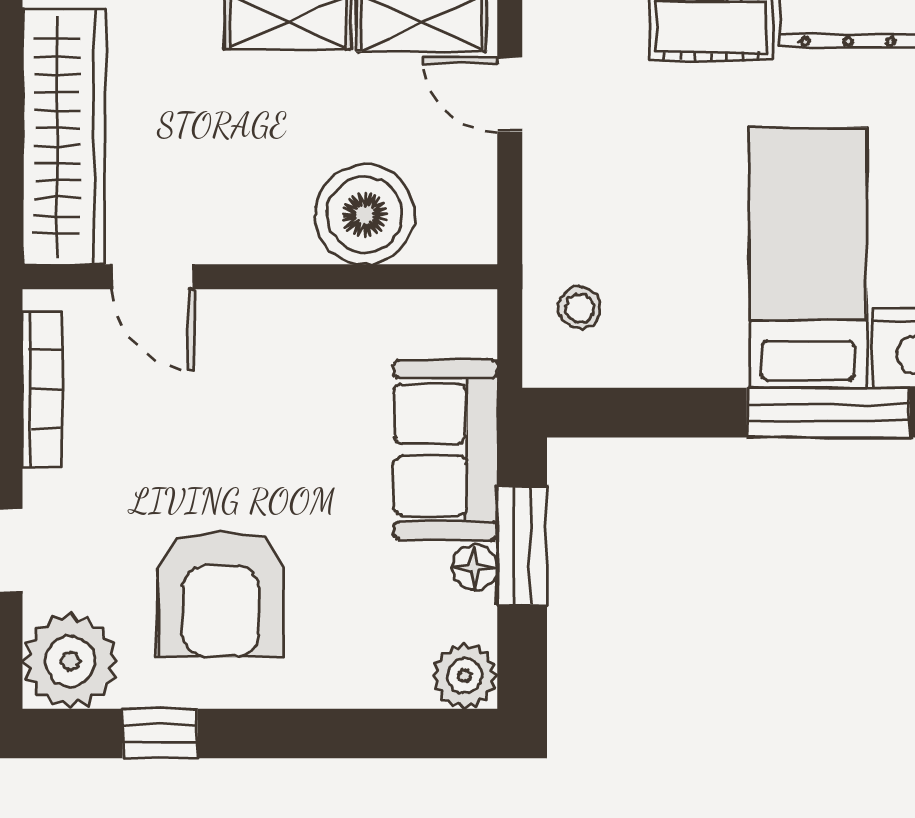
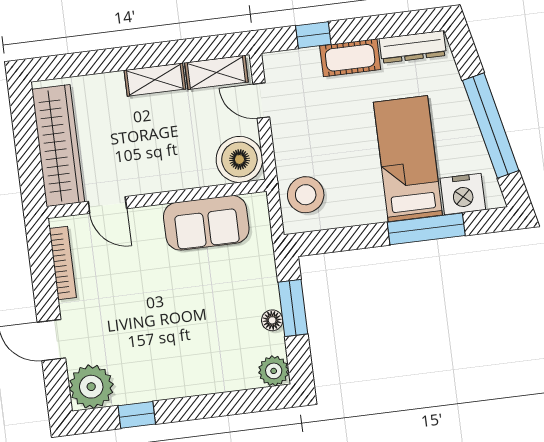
boiler: (365, 215) -> (239, 159), moved
stool: (580, 308) -> (306, 195), width x1.89, depth x1.89
sofa: (446, 450) -> (206, 223), moved, turned -90
armchair: (221, 593) -> (157, 347), removed

